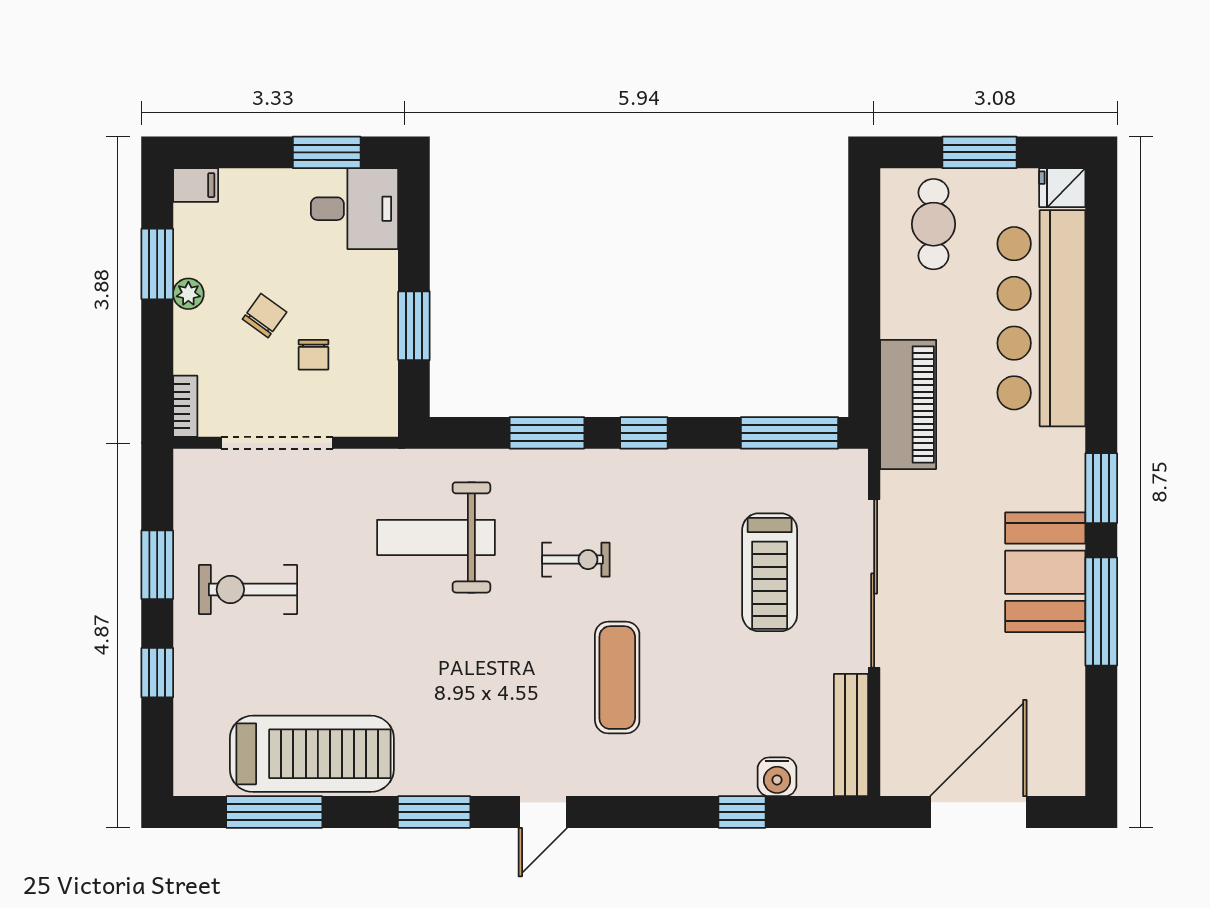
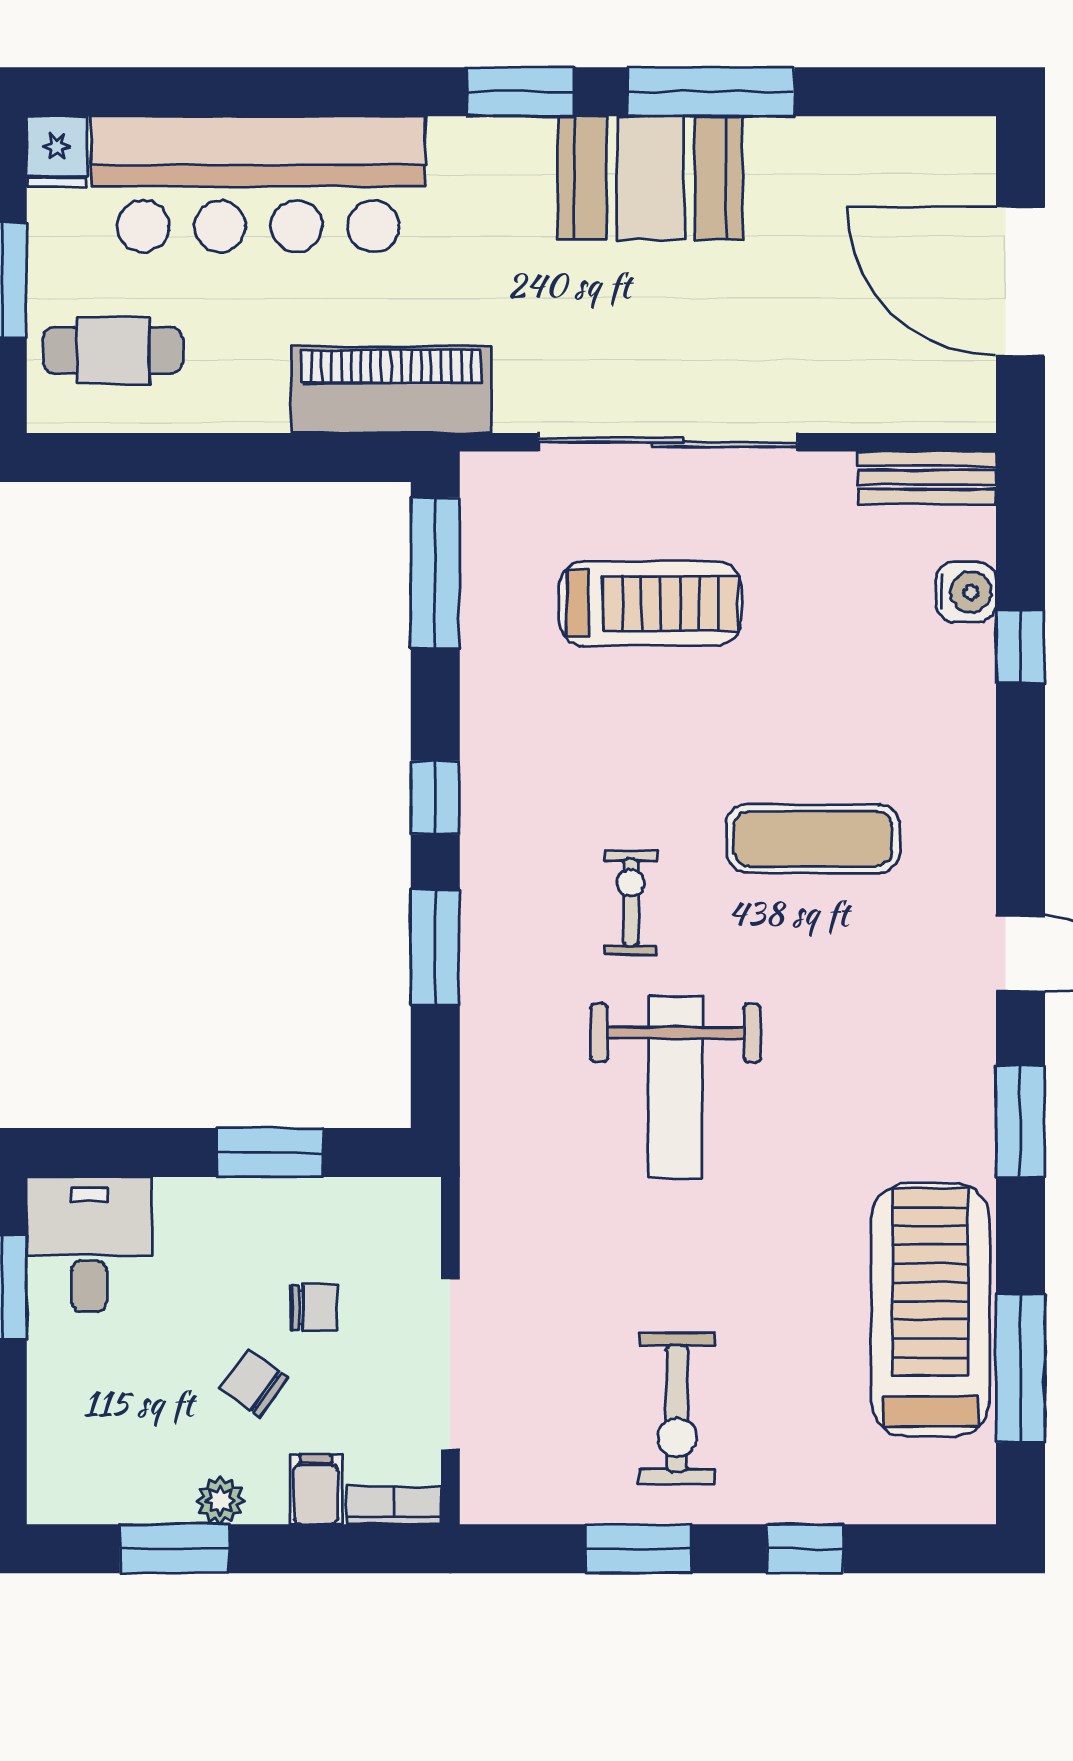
filing cabinet: (196, 185) -> (316, 1490), moved
weight bench: (436, 537) -> (676, 1087), moved
bench: (851, 735) -> (927, 478), width x0.73

